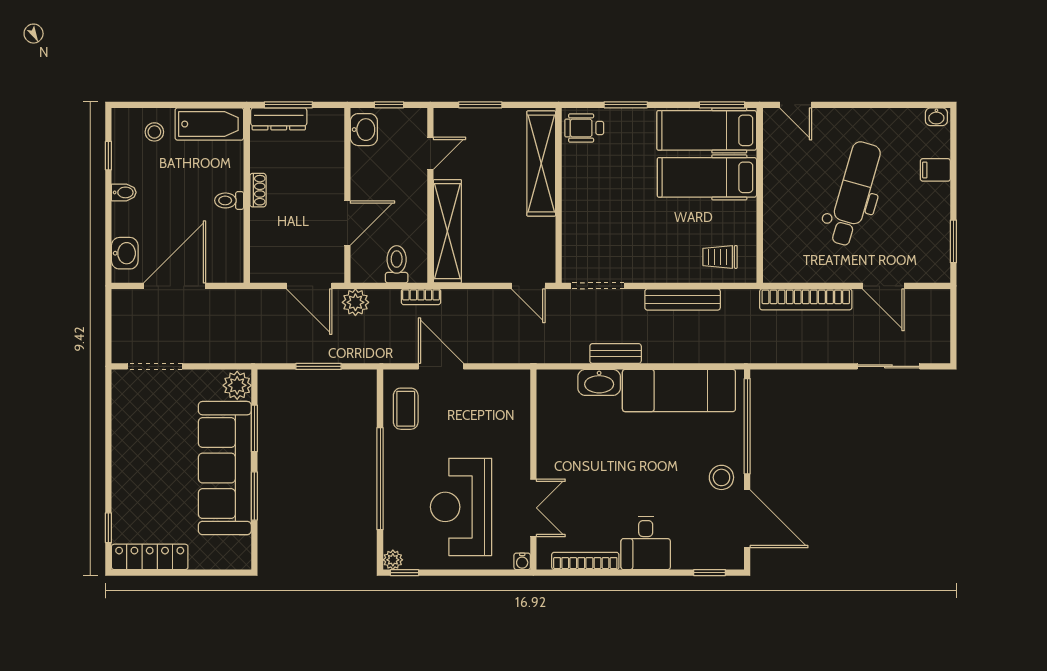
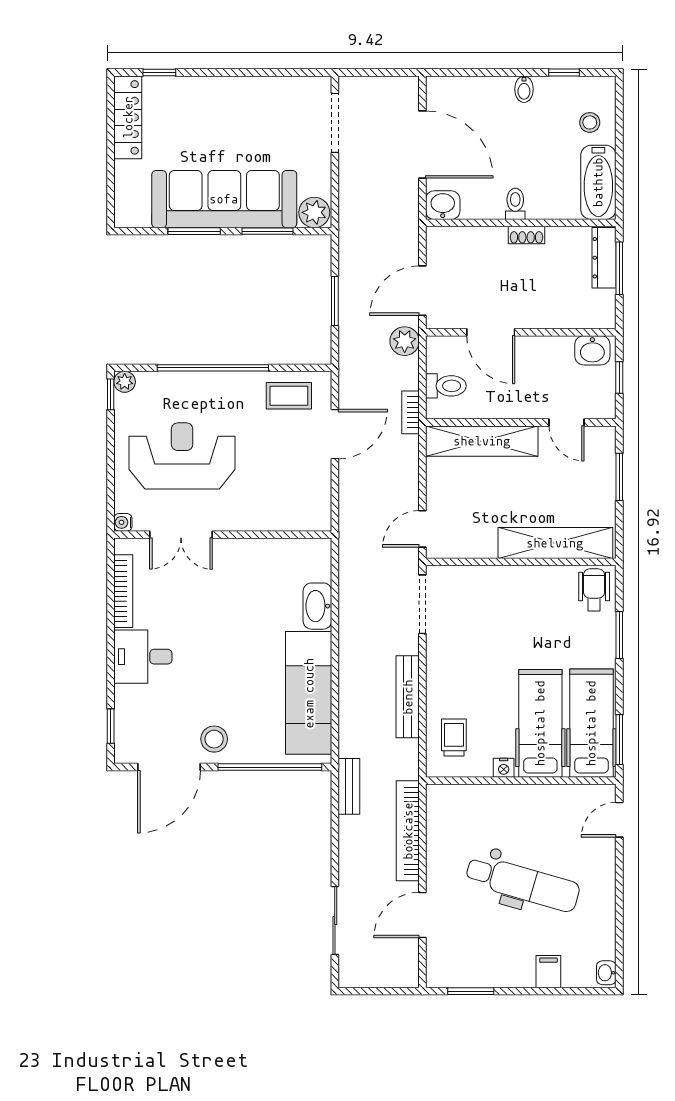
nightstand: (748, 211) -> (504, 768), added
washbasin: (125, 253) -> (443, 205), moved, turned 180
bench: (616, 354) -> (349, 786), moved

